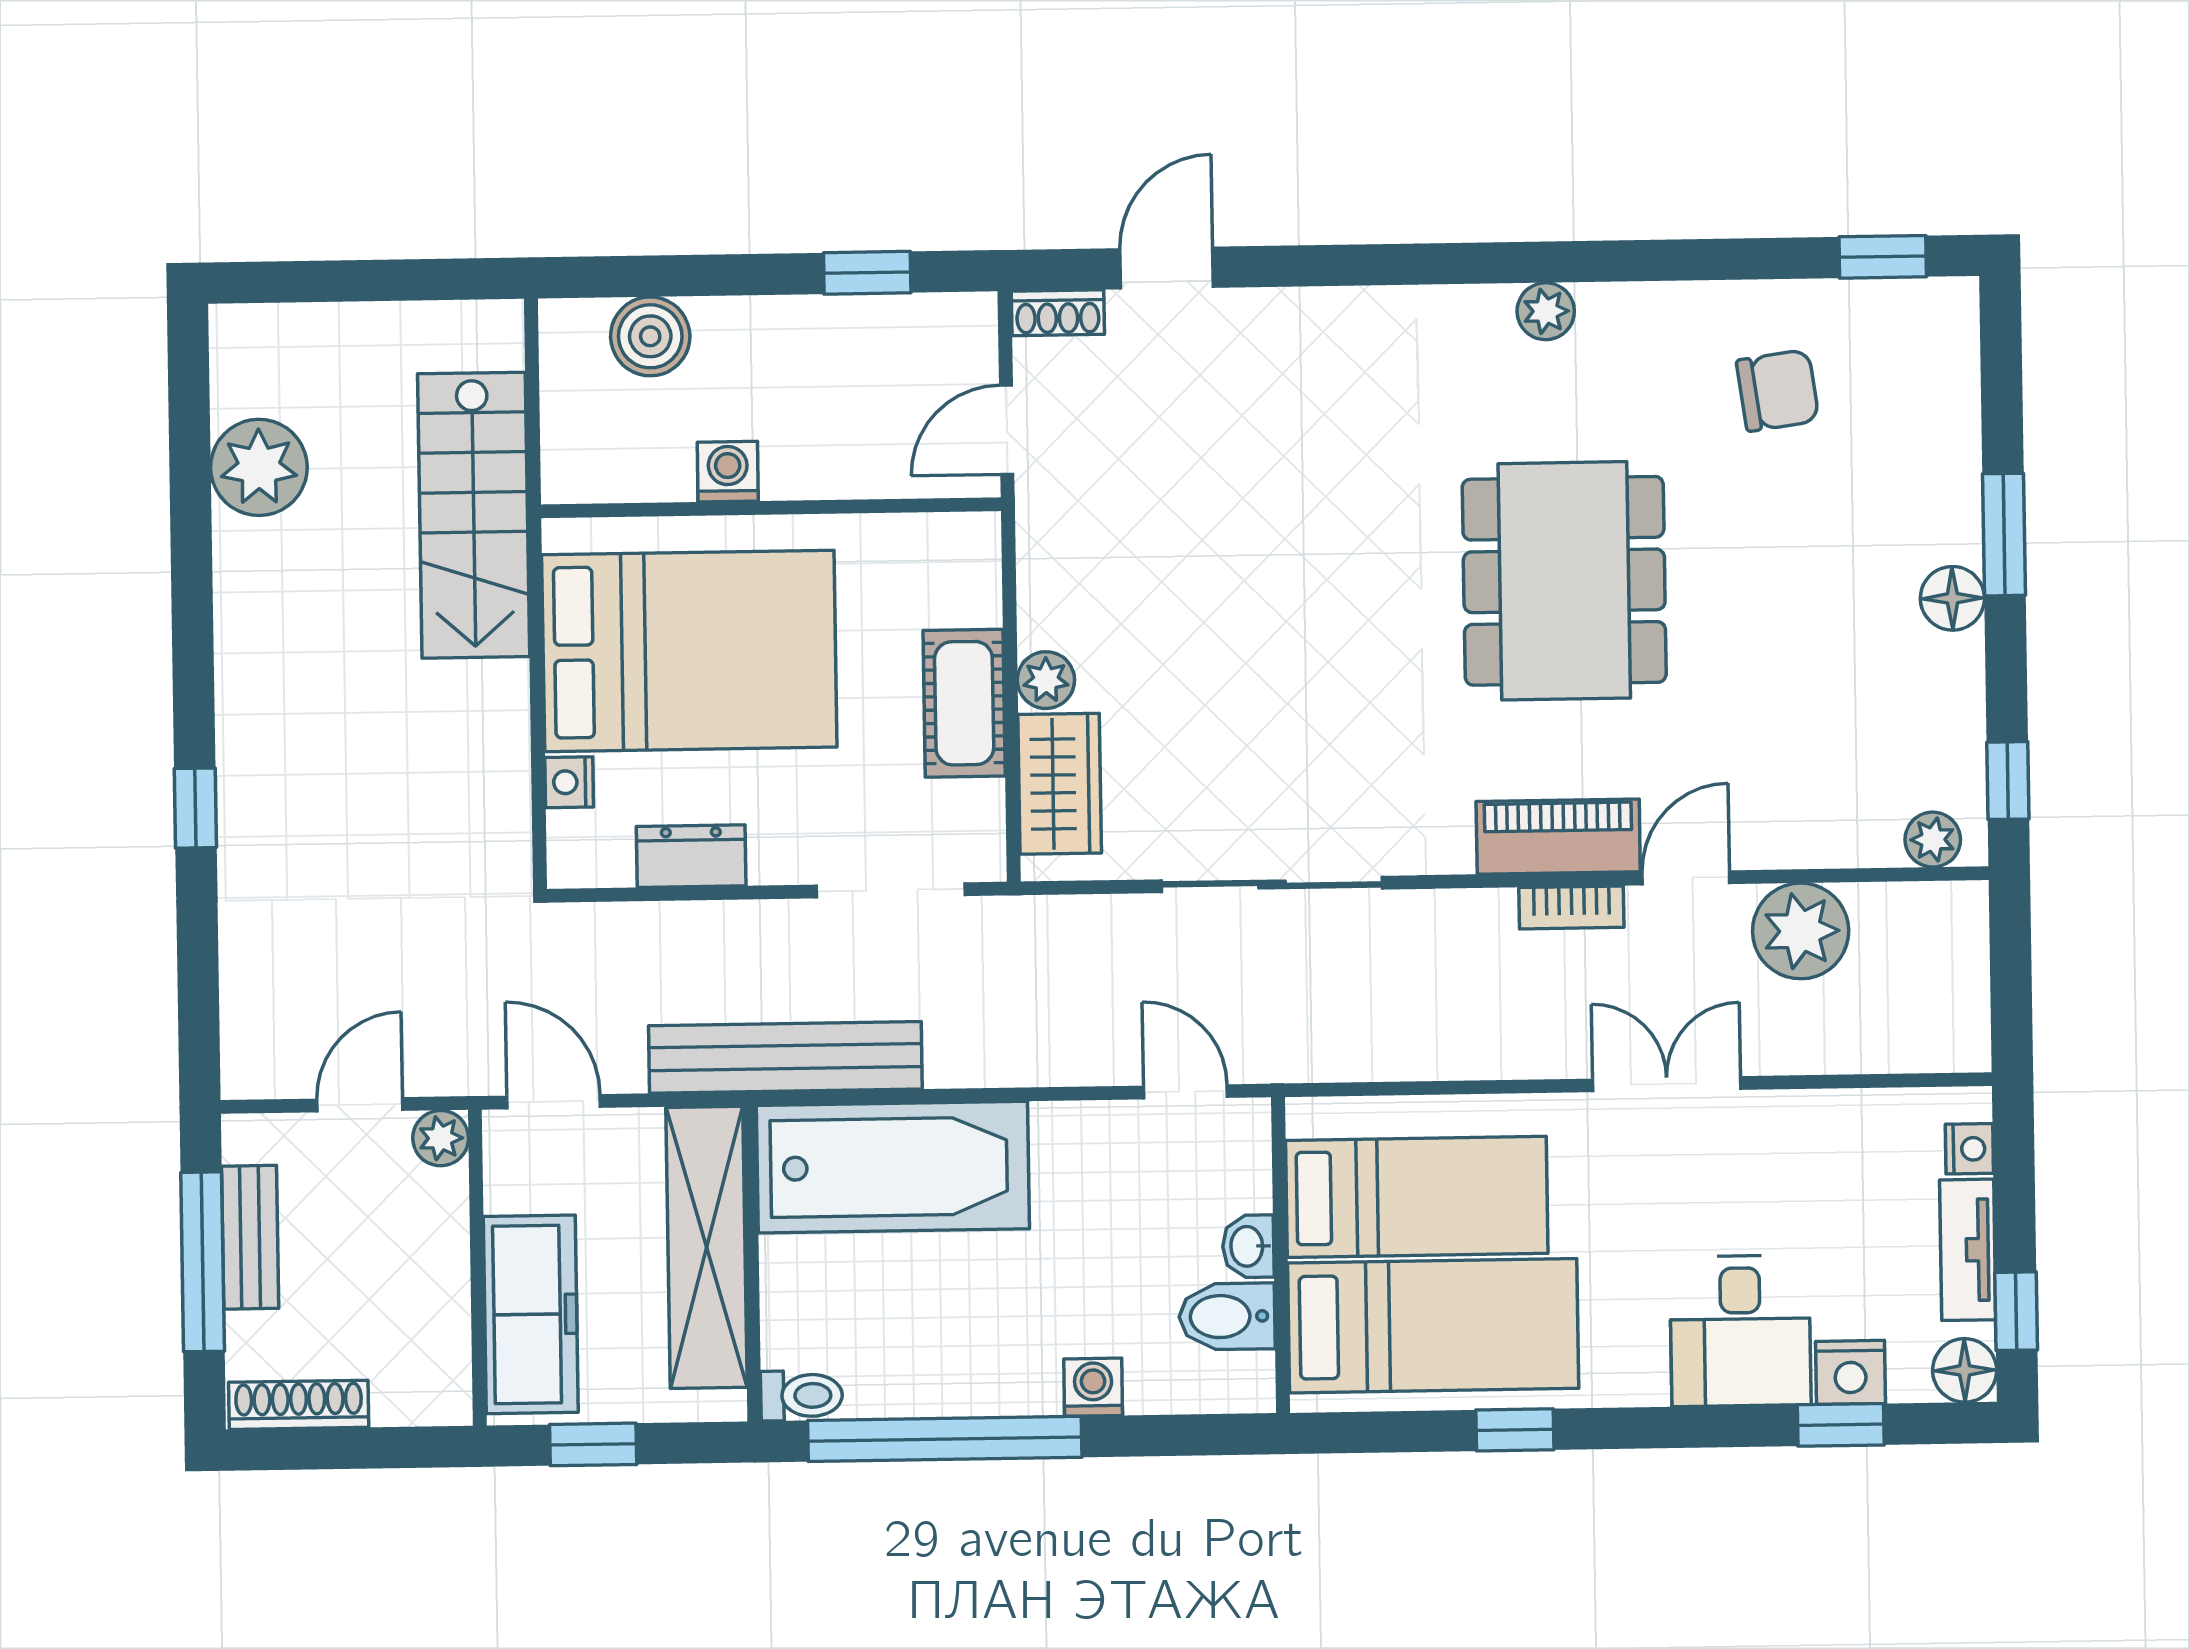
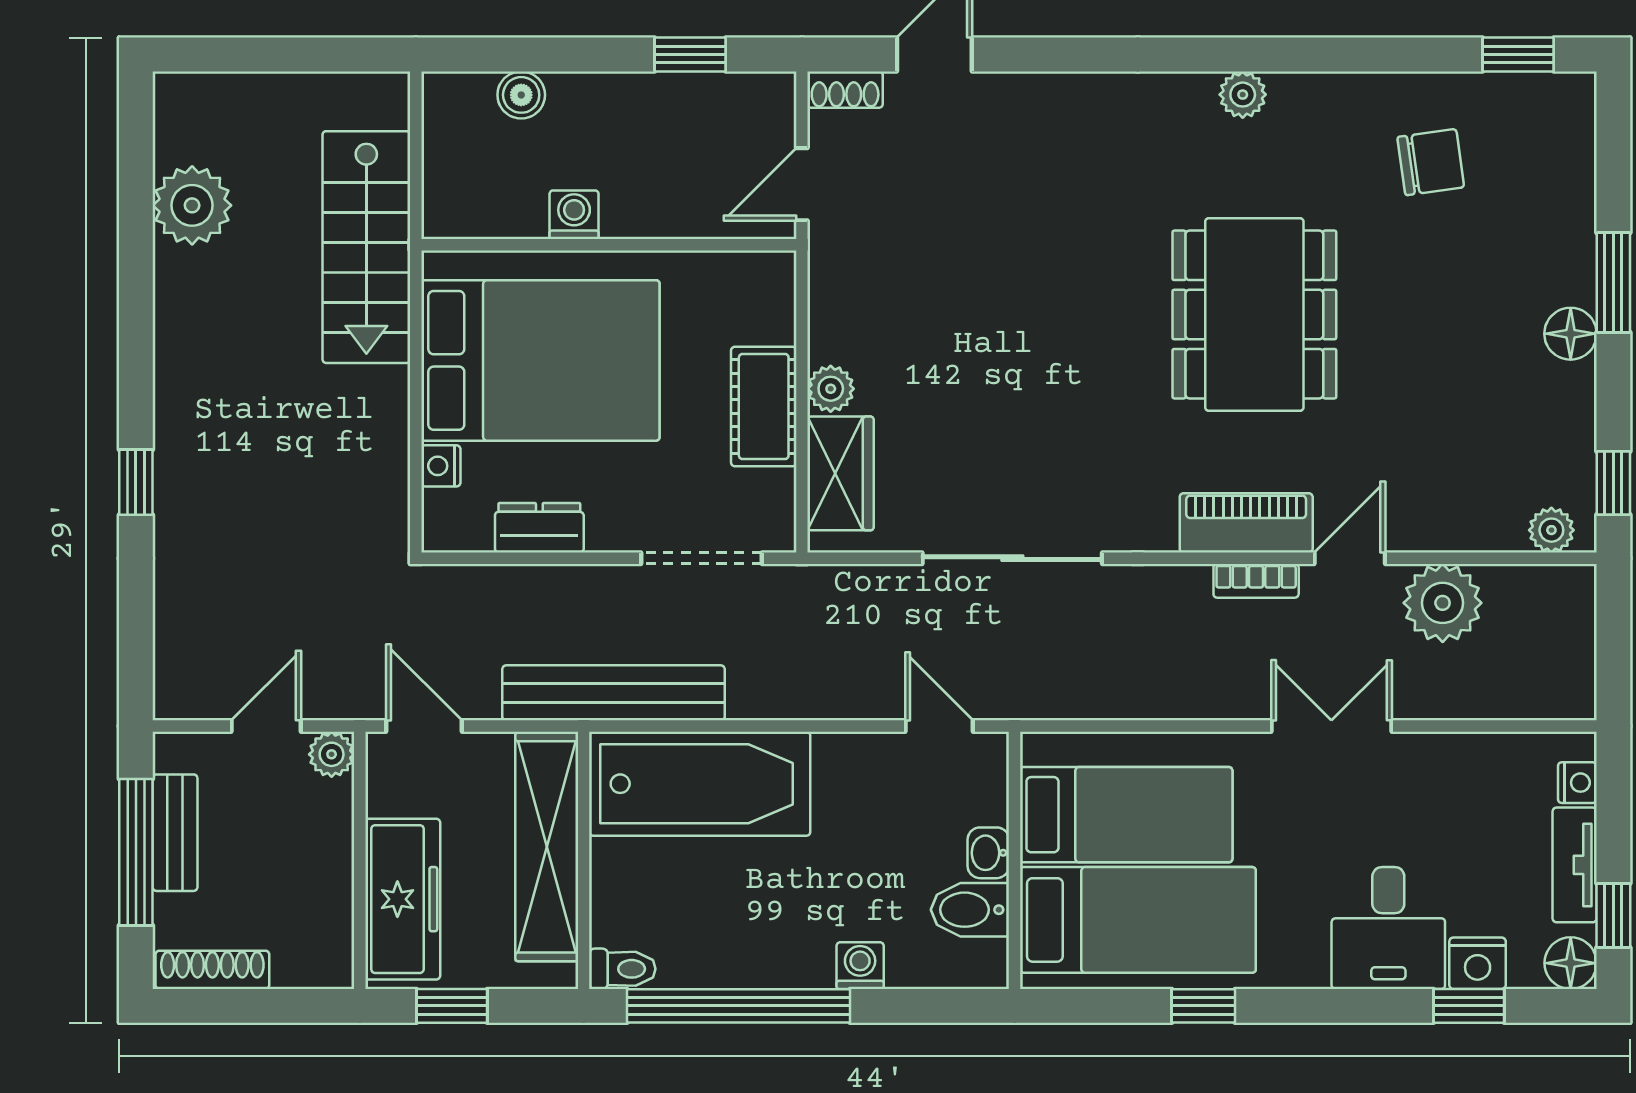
boiler: (650, 336) -> (521, 95), width x0.73, depth x0.73

